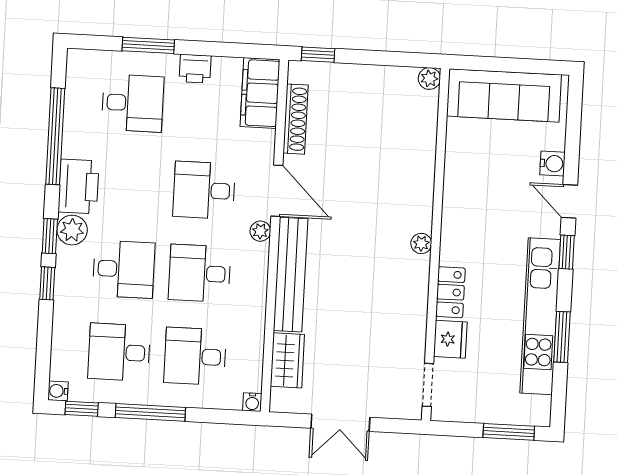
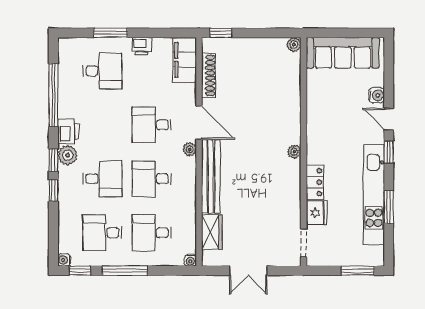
printer: (79, 186) -> (68, 131), width x0.73, depth x0.84

